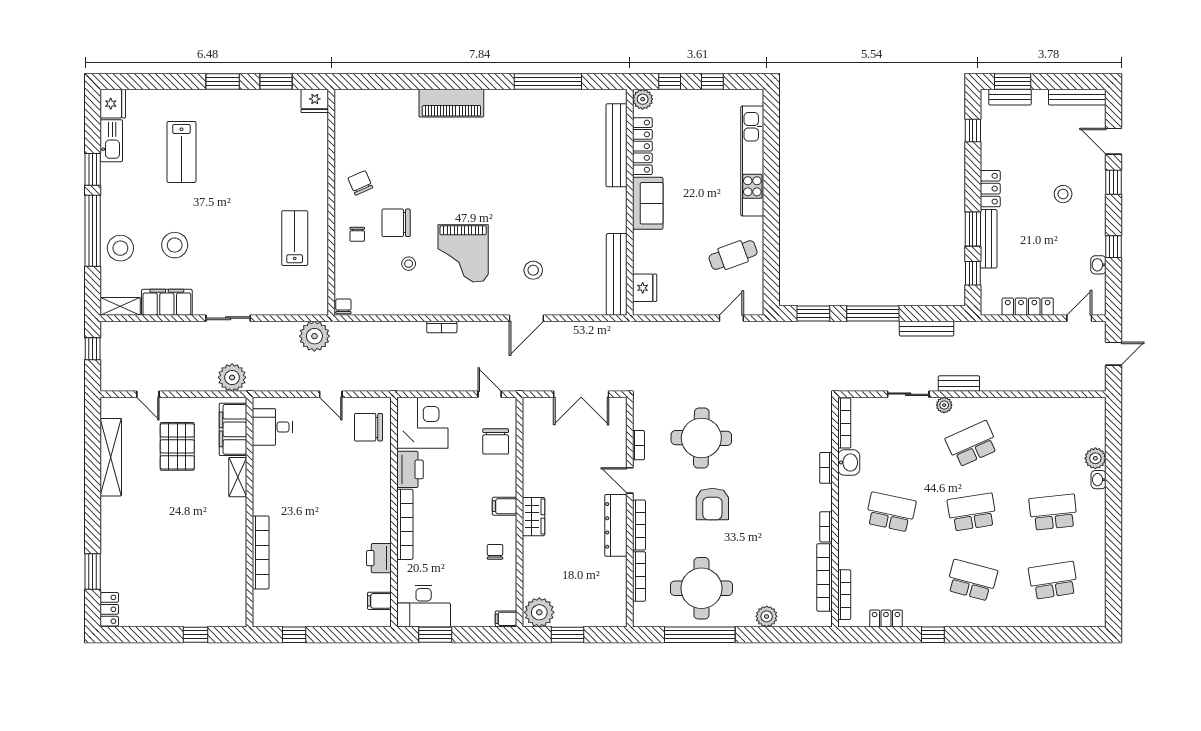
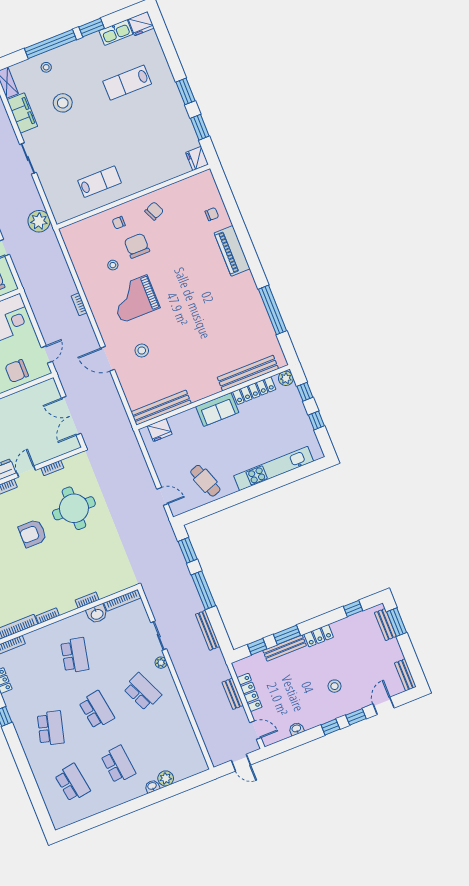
bench: (1077, 97) -> (405, 675), width x0.73
window: (1114, 247) -> (330, 727), moved
stool: (120, 248) -> (46, 67), width x0.53, depth x0.53
chair: (343, 306) -> (212, 214), moved
bench: (959, 384) -> (233, 694), moved

